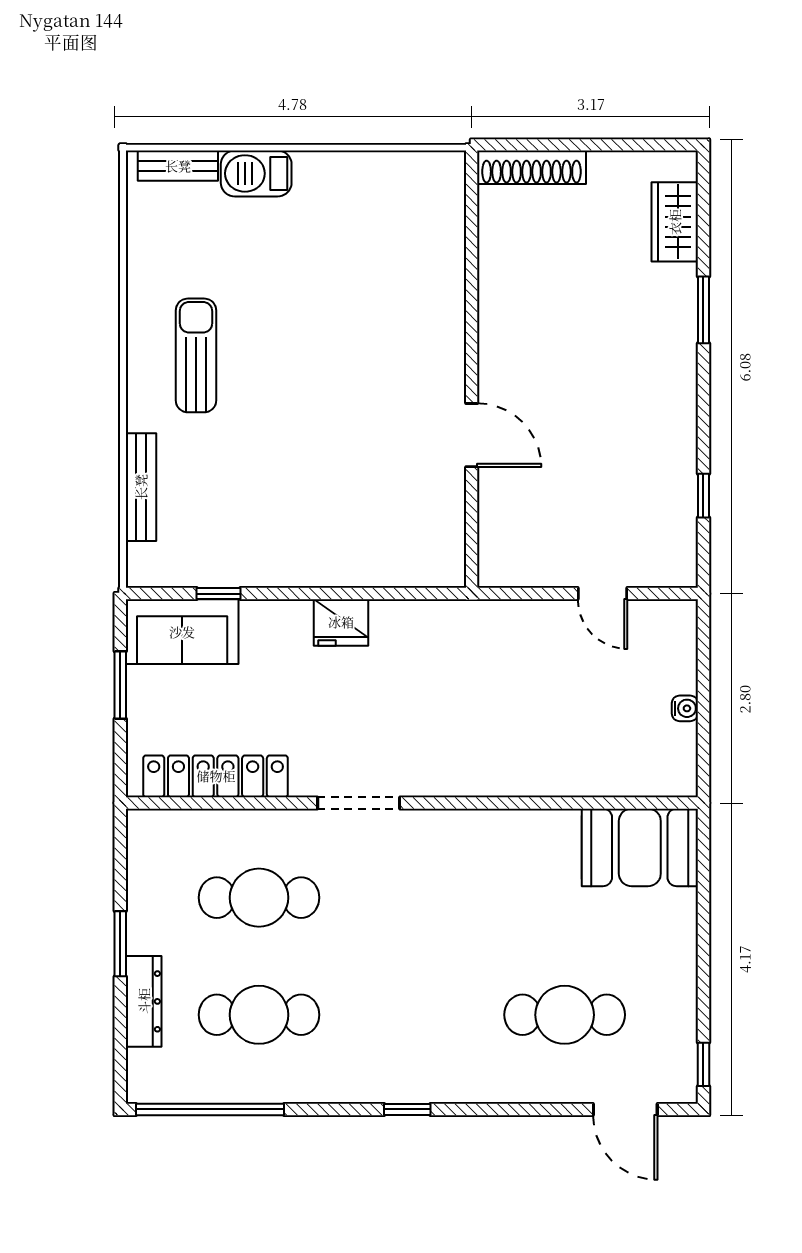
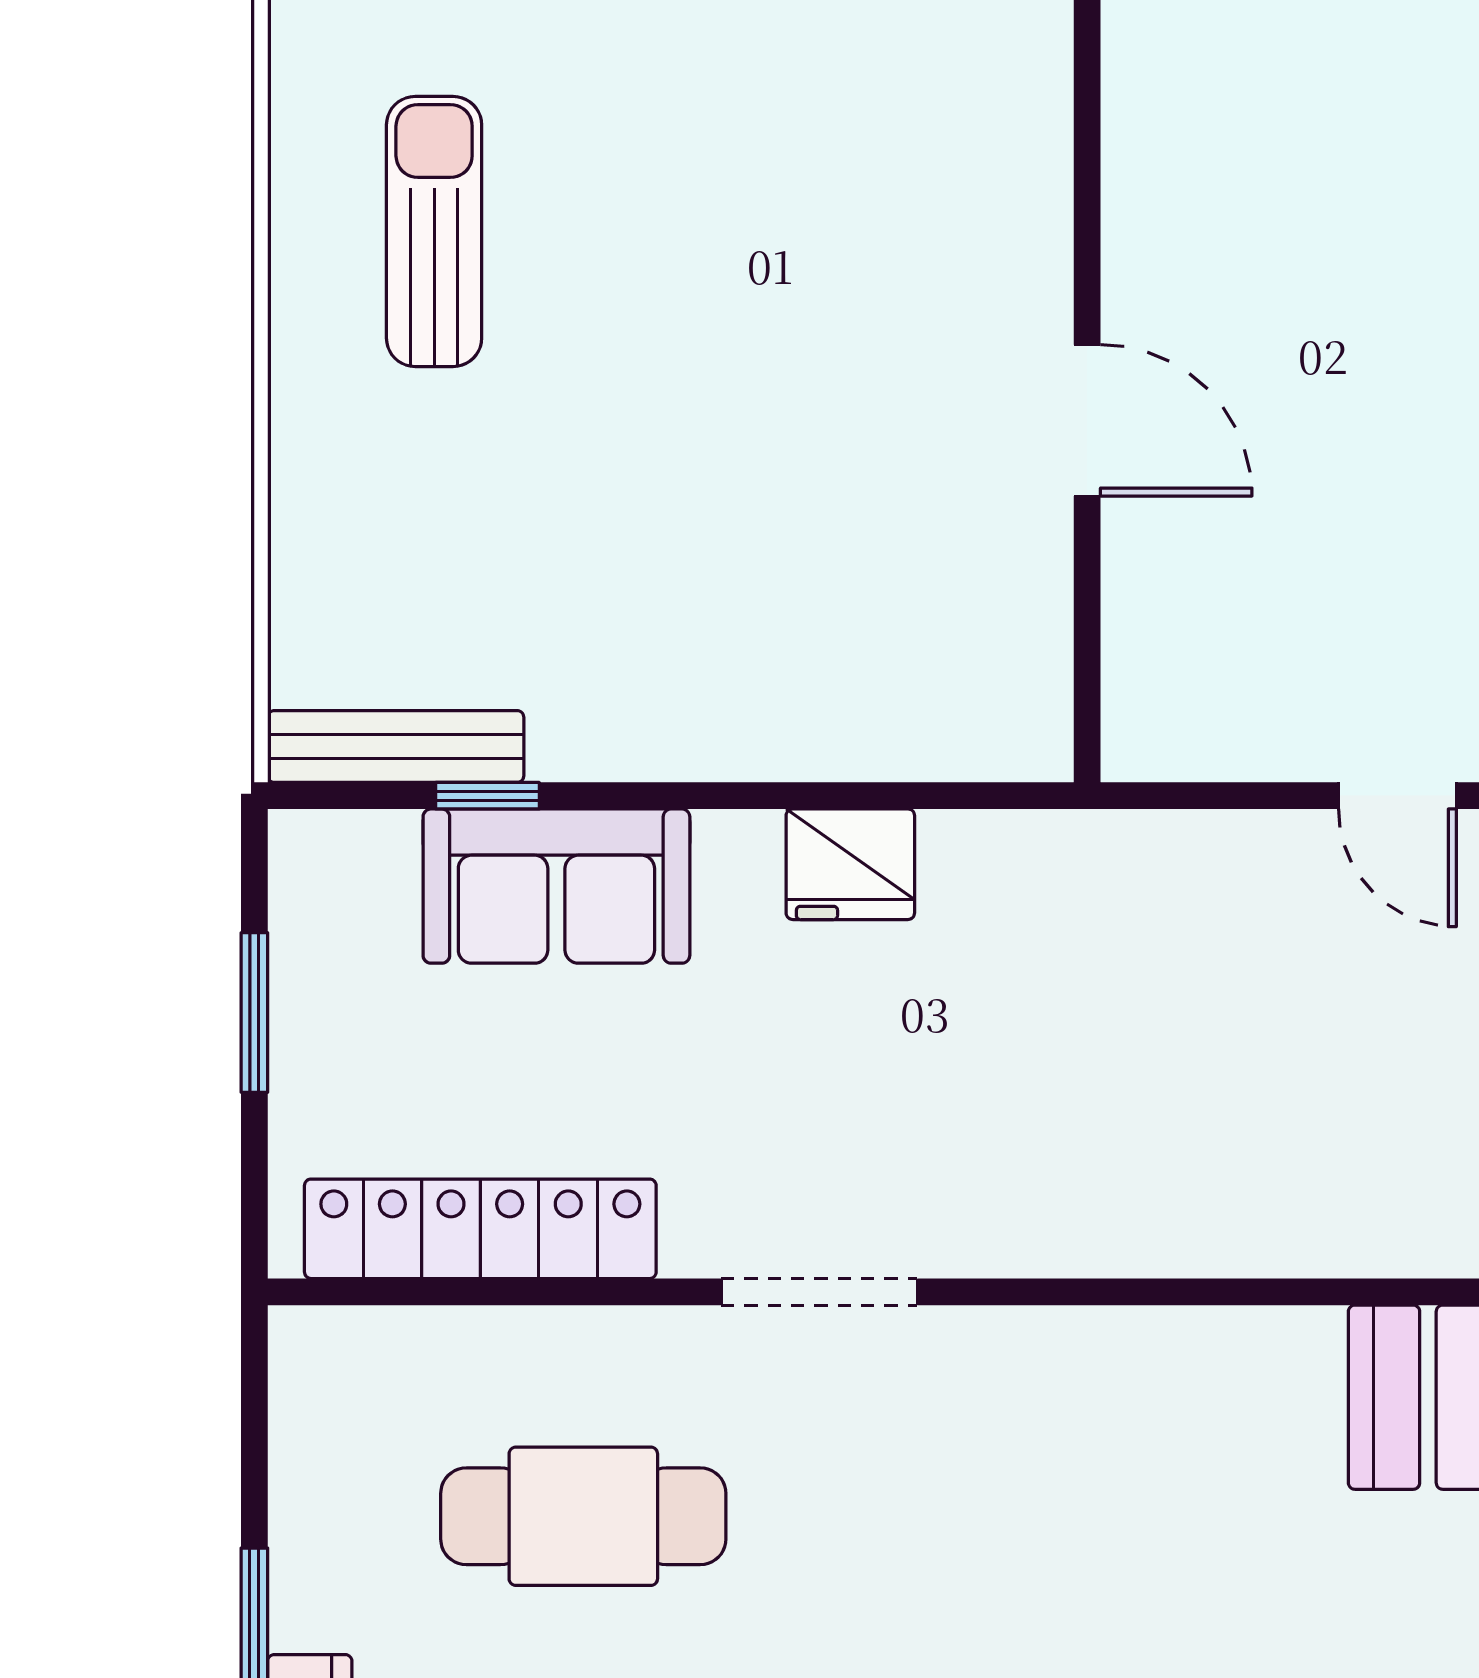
bench: (141, 487) -> (396, 747), moved, turned 90
fridge: (341, 622) -> (850, 864), moved
sofa: (182, 632) -> (556, 886), moved

